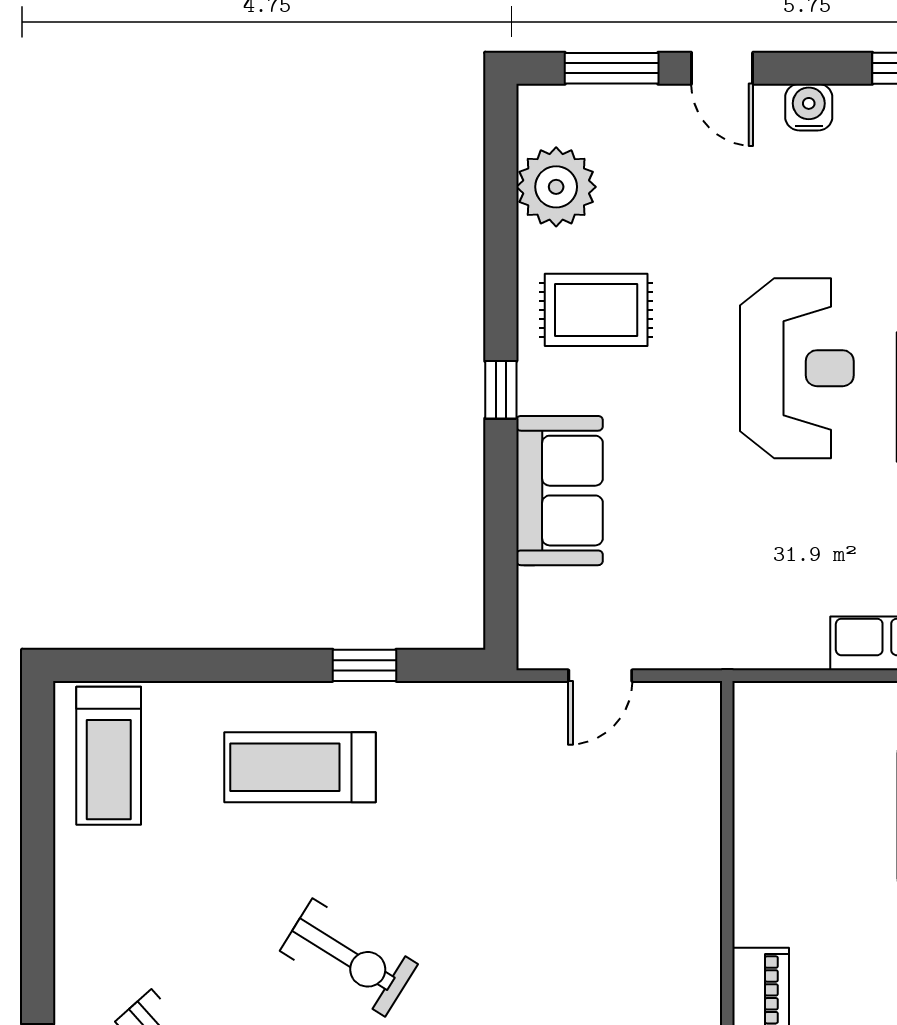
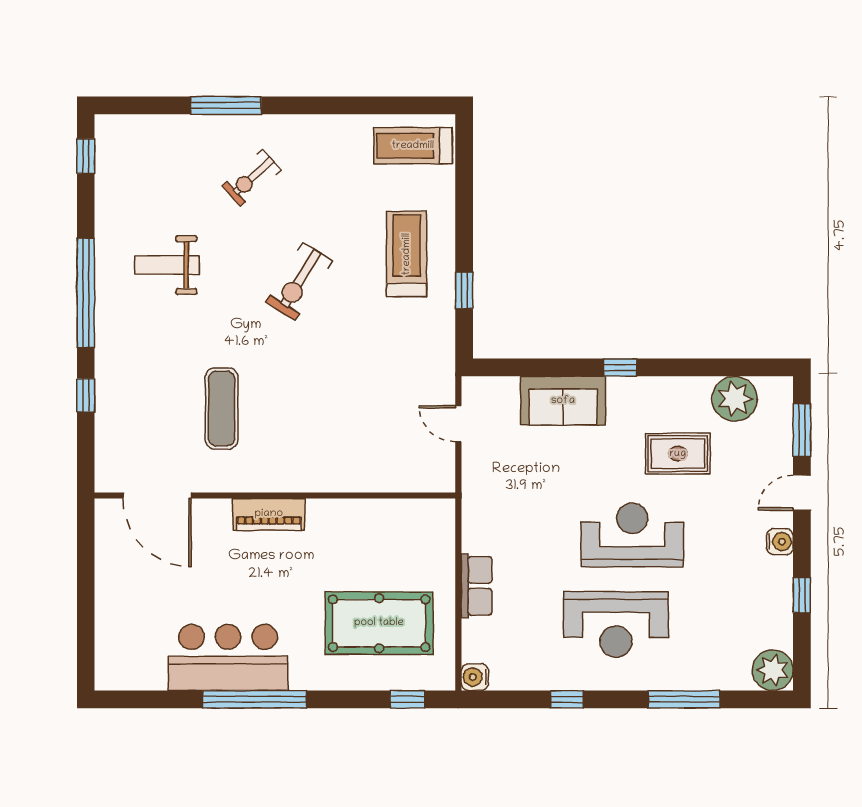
rug: (596, 310) -> (678, 454), moved, turned 90
reception desk: (797, 368) -> (632, 535), turned 180

